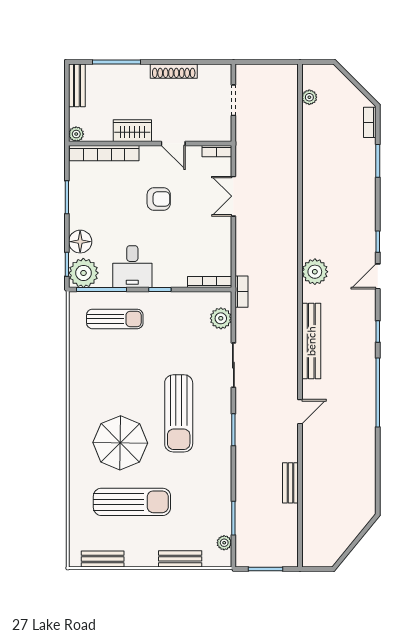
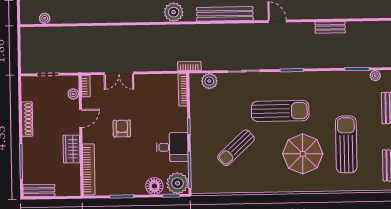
plant: (76, 134) -> (73, 94), moved
sun lounger: (115, 319) -> (236, 148), moved, turned -133

